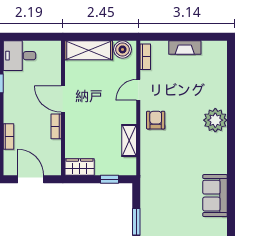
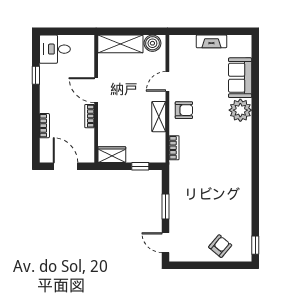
bookcase: (145, 57) -> (174, 148), moved
armchair: (156, 120) -> (184, 110), turned 90
shelving: (129, 141) -> (159, 117), moved
sofa: (215, 196) -> (240, 78), moved

